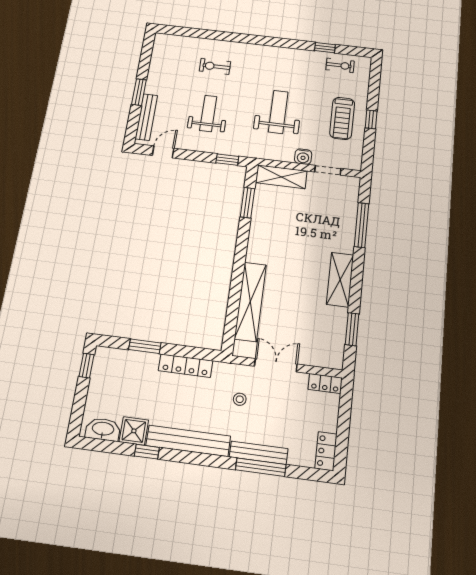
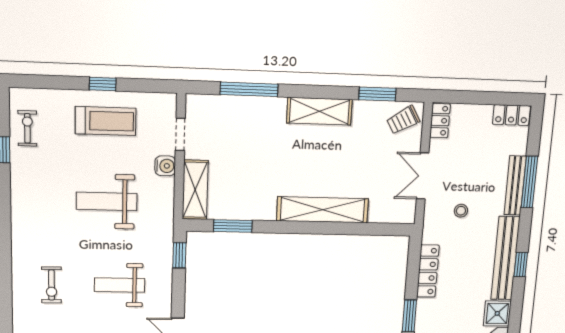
shelving: (250, 302) -> (323, 210), moved
trolley: (328, 350) -> (403, 120), added
window: (147, 452) -> (521, 264), moved

